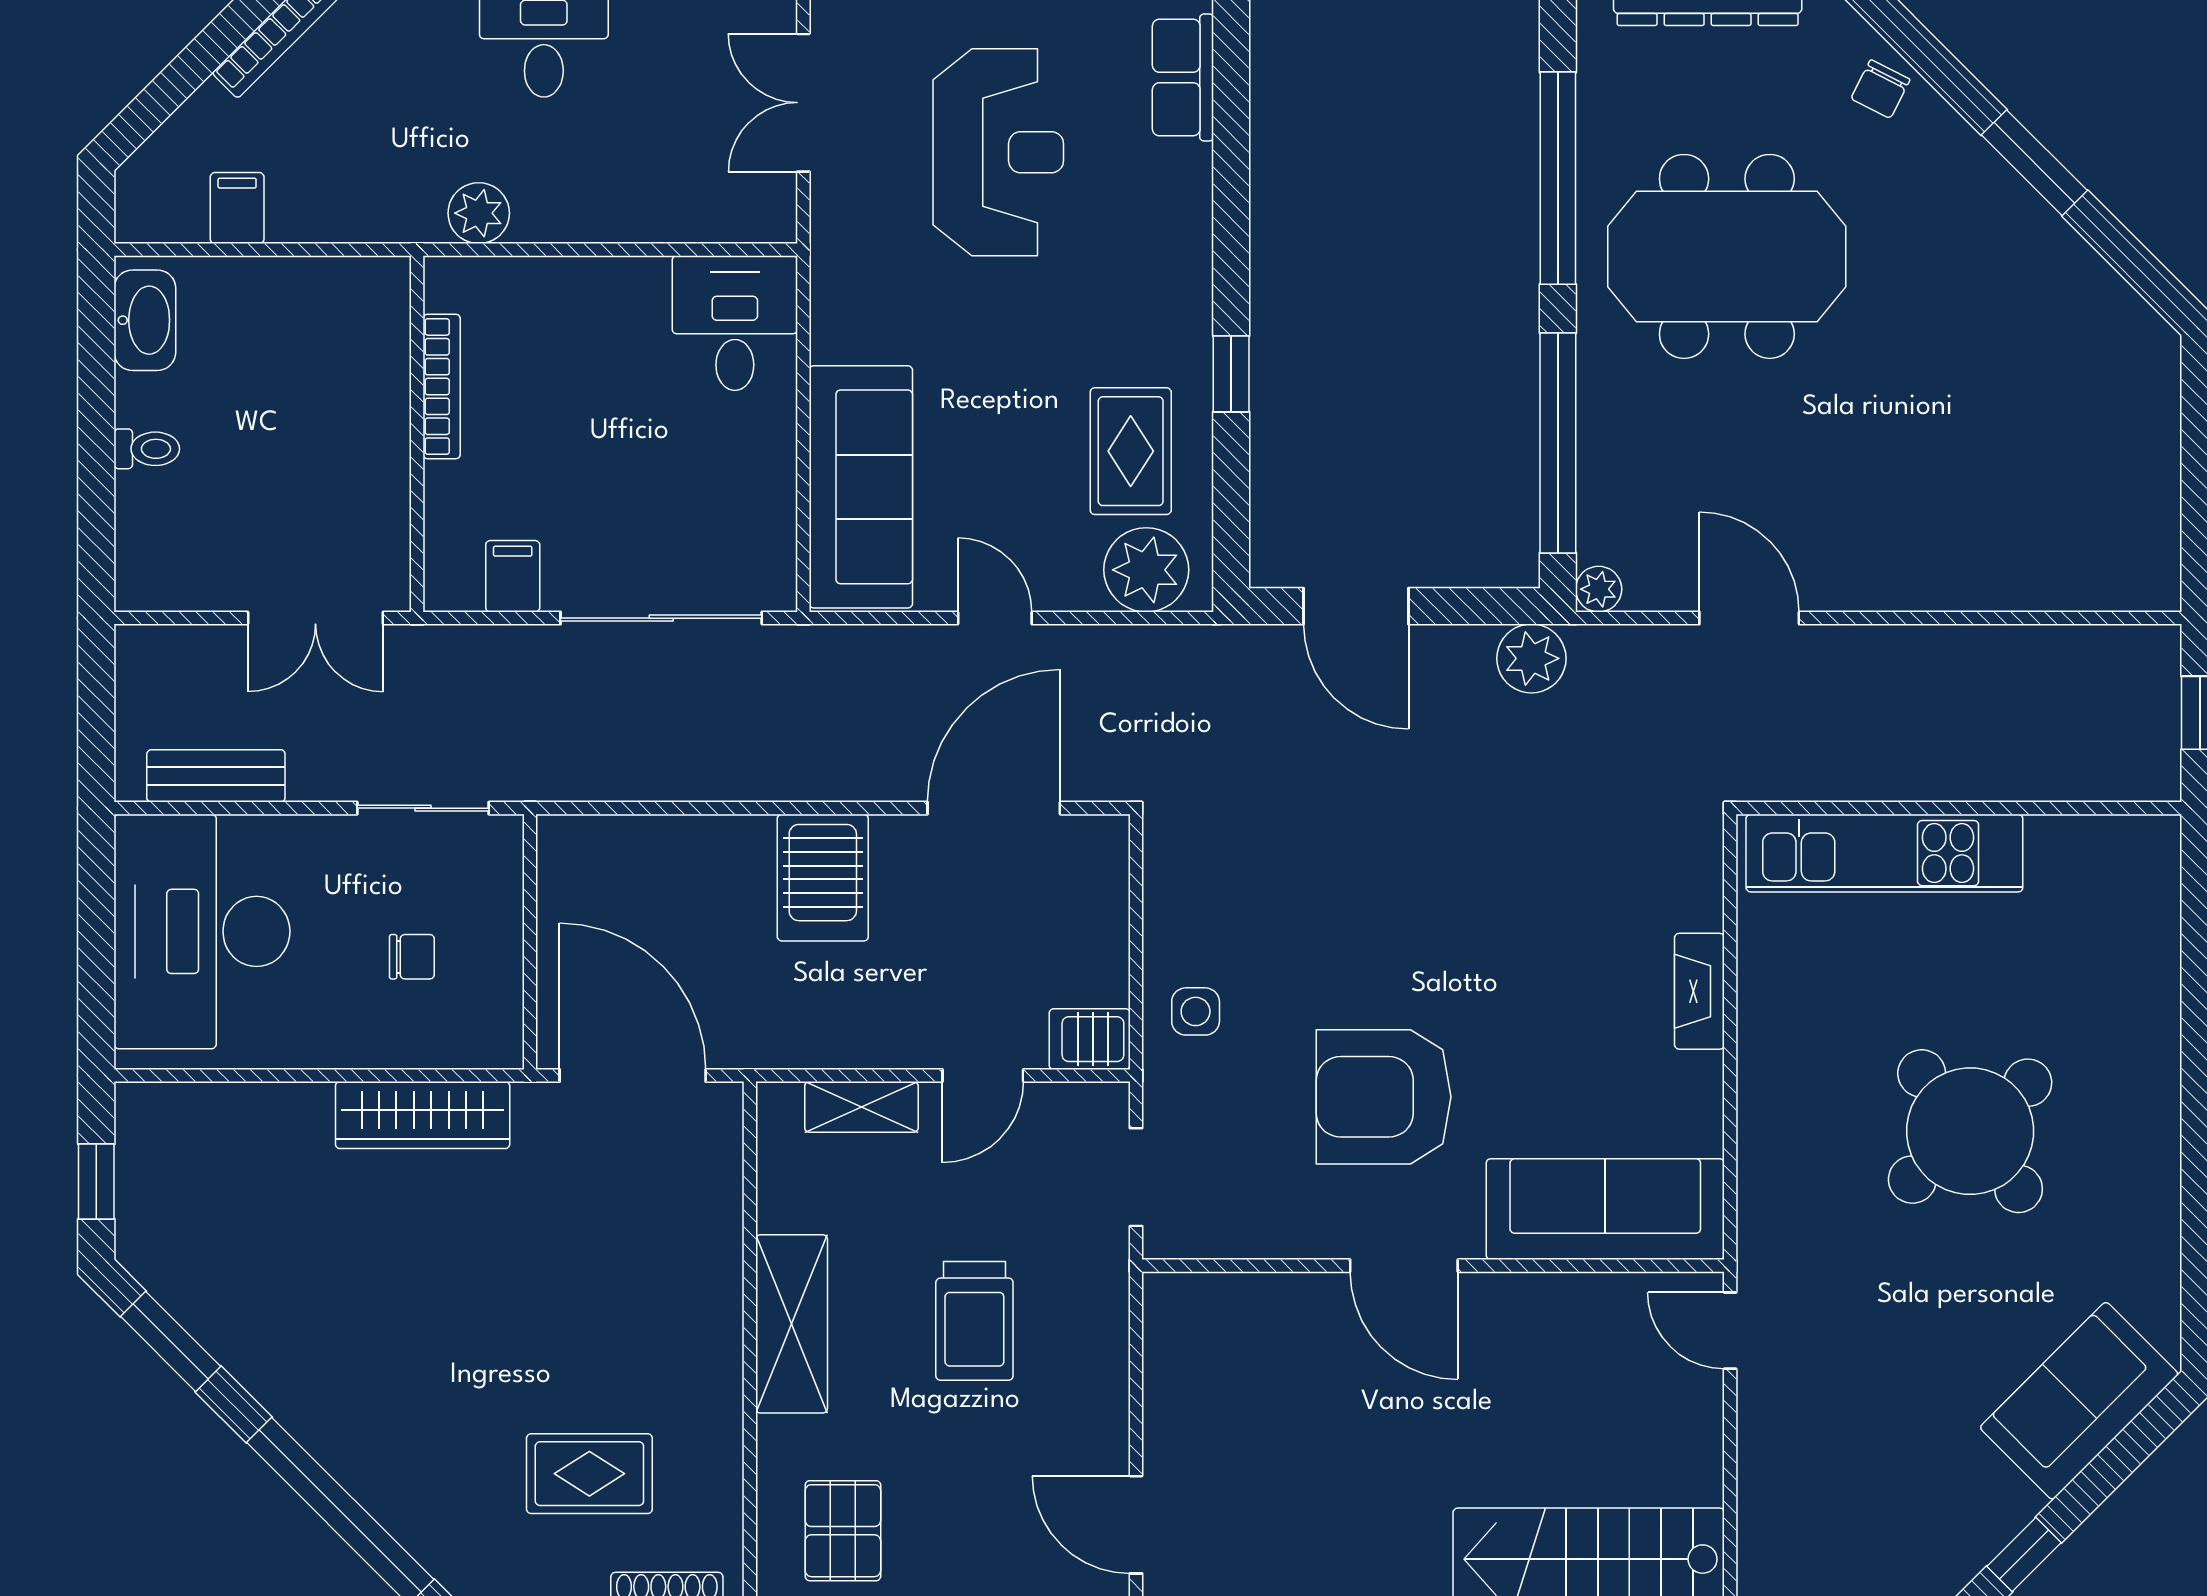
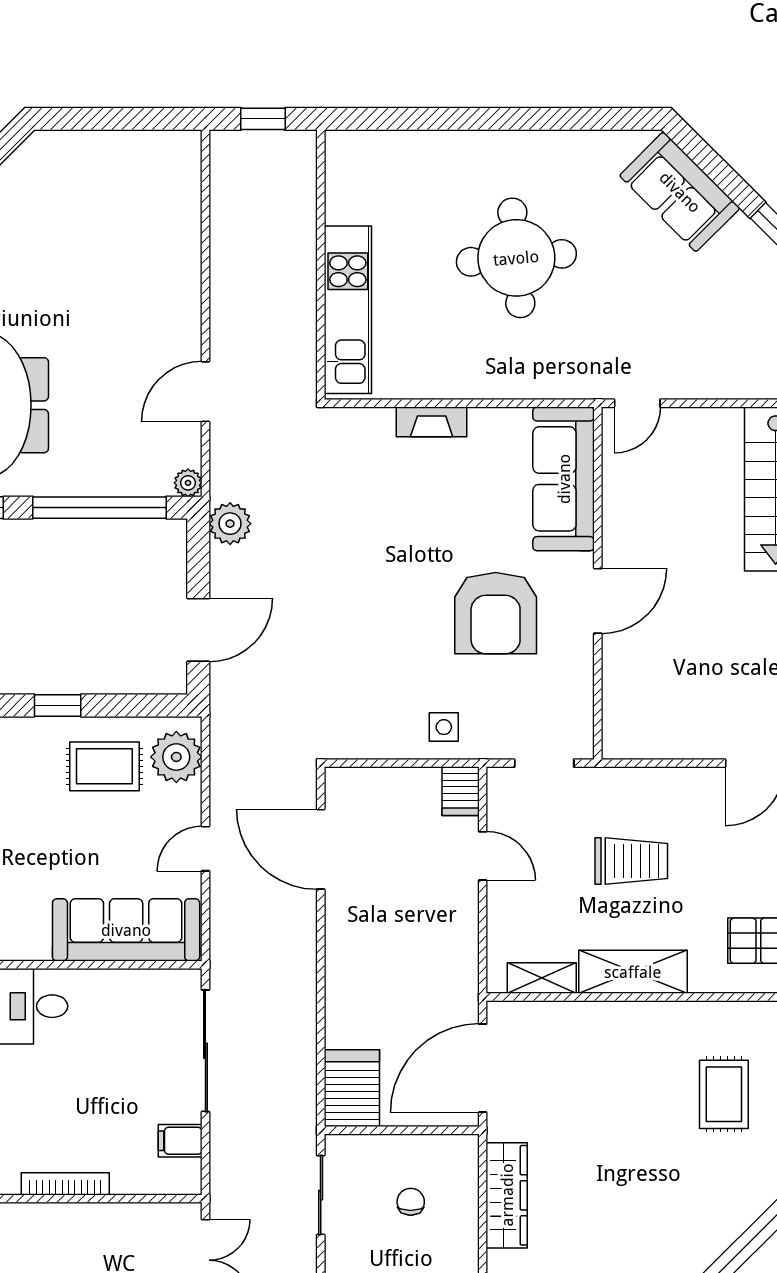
server rack: (823, 878) -> (352, 1088), moved, turned -90
shelving: (861, 1107) -> (542, 978), moved, turned 90
round table: (1970, 1131) -> (516, 258), turned 35

